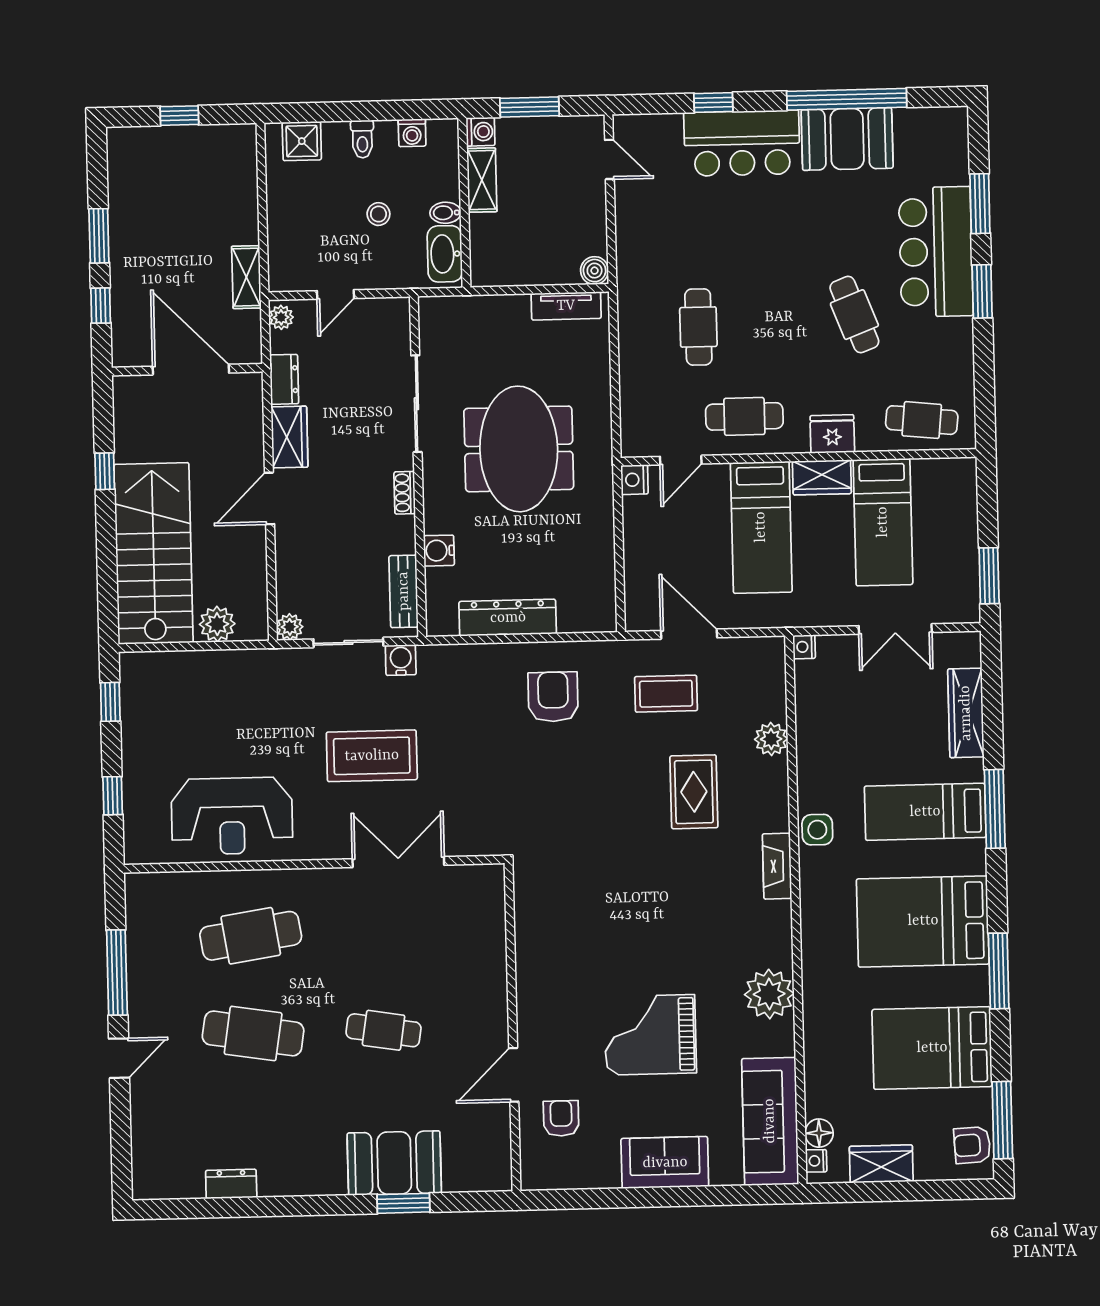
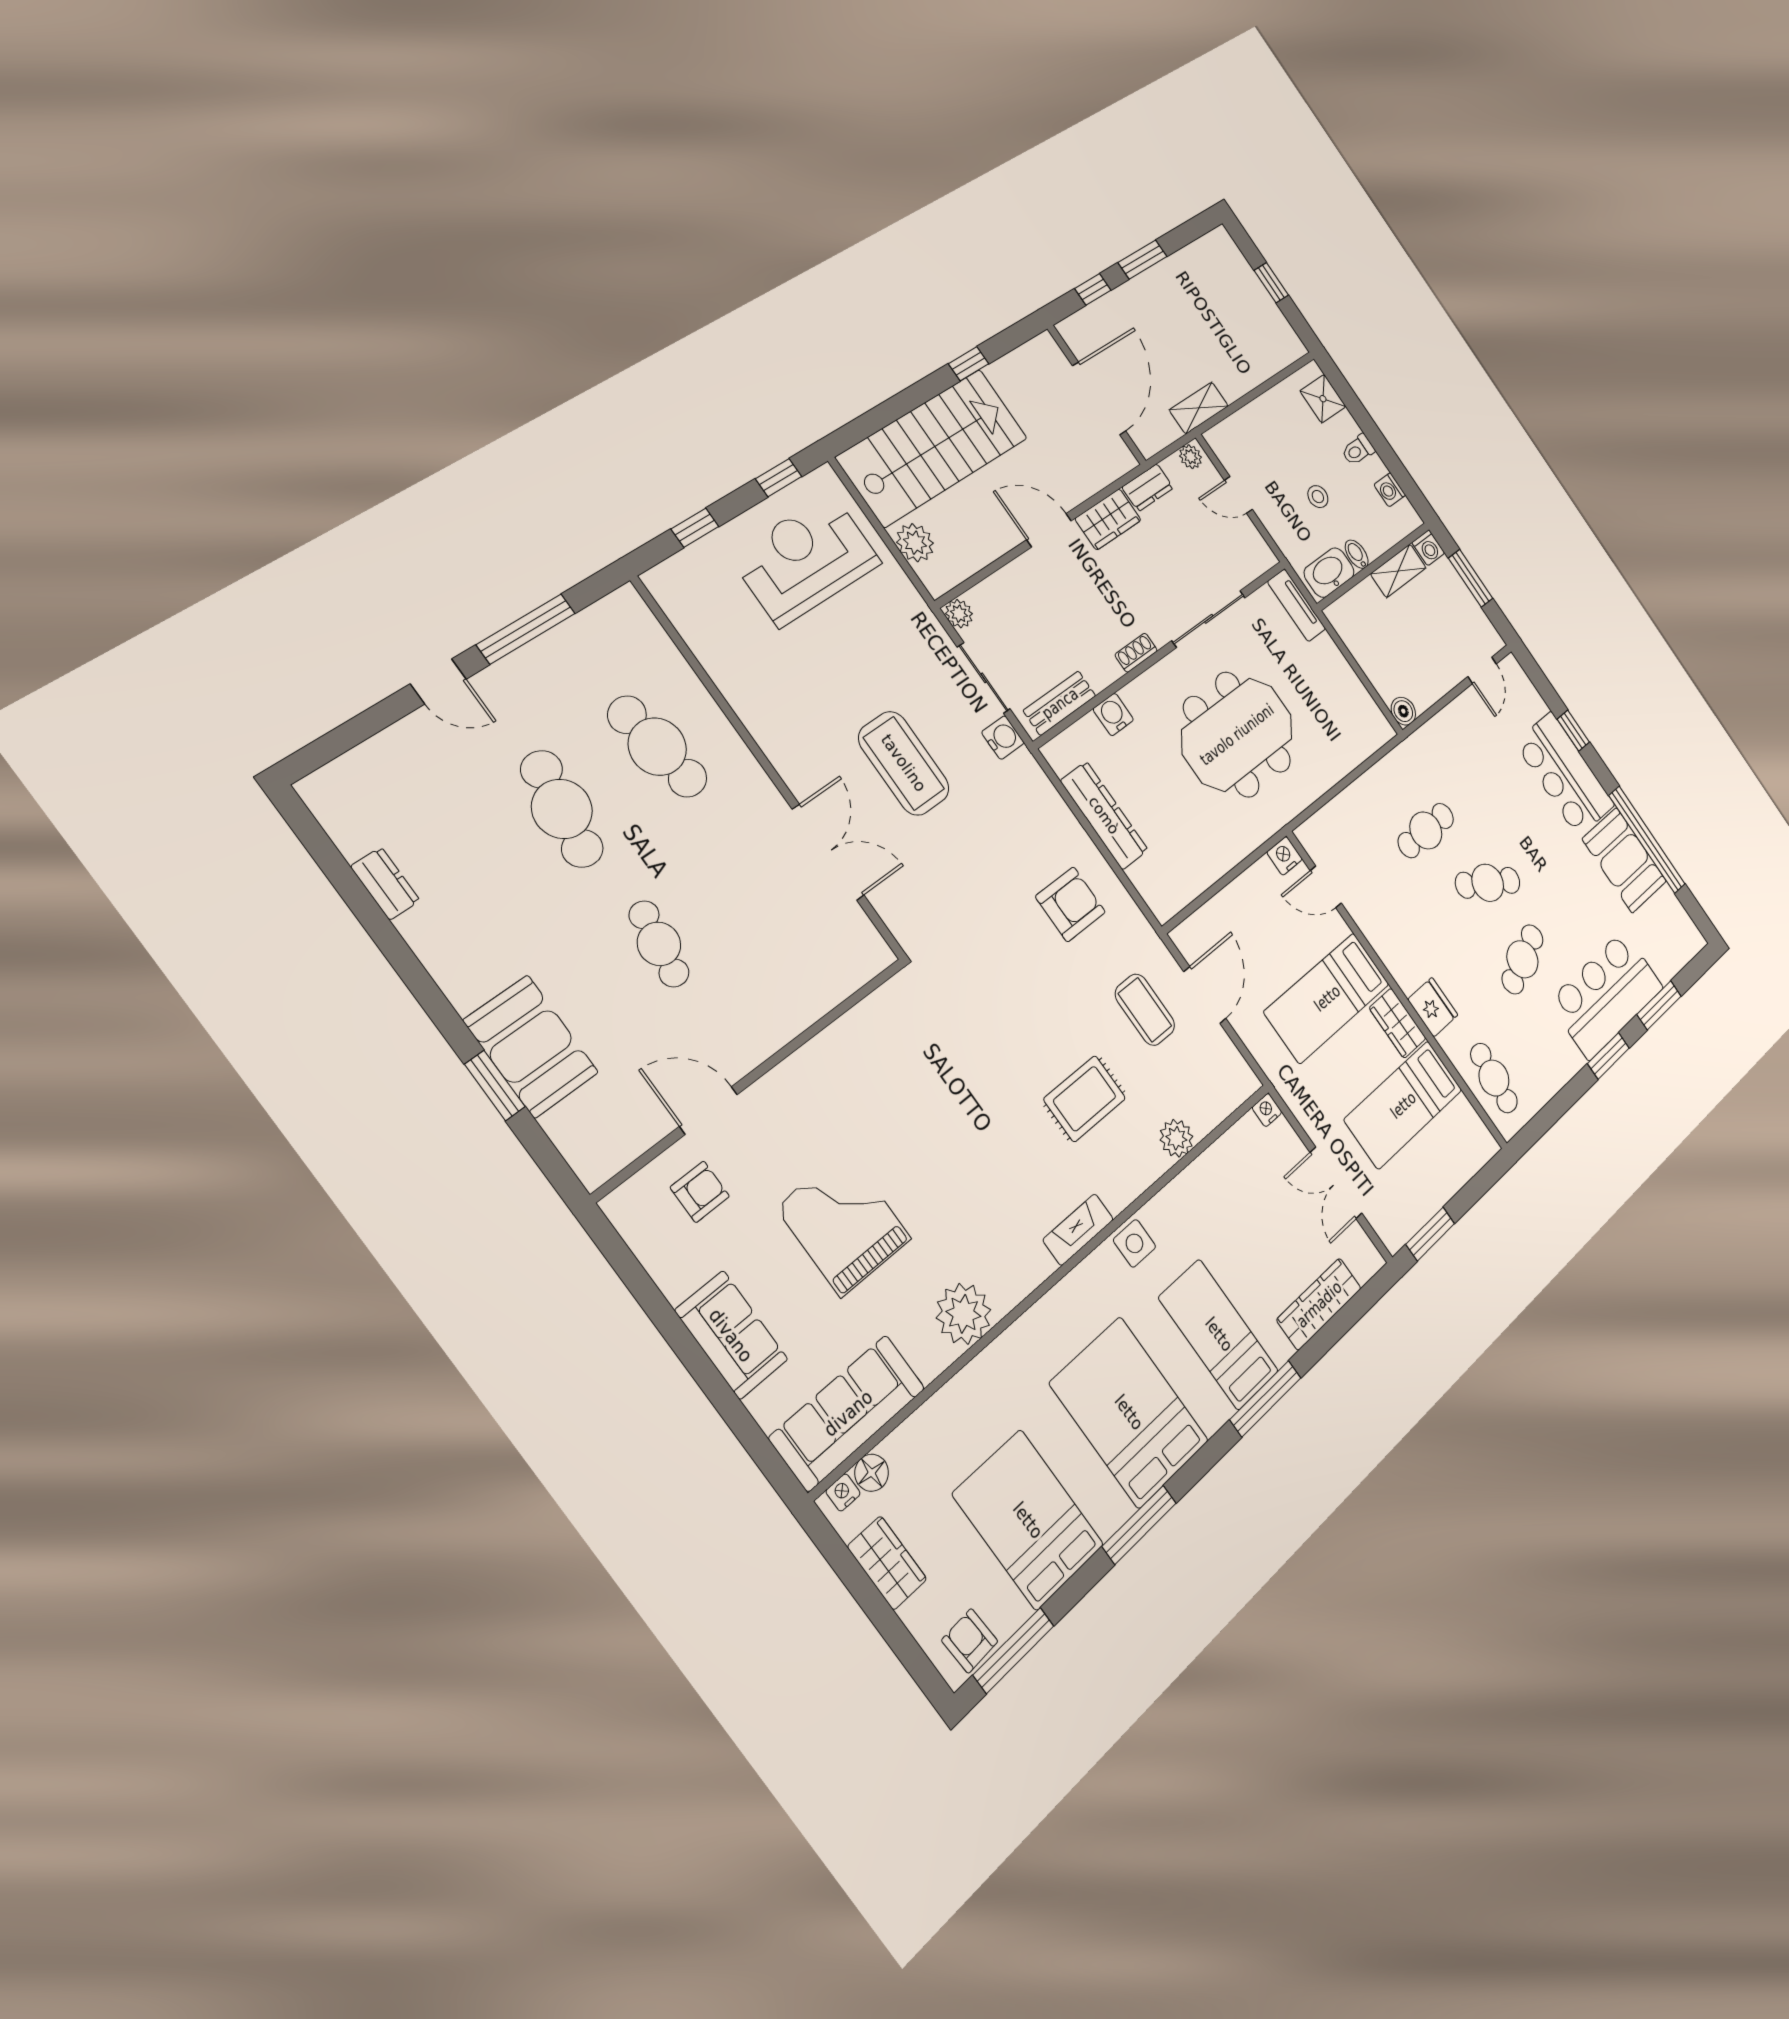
tv unit: (566, 306) -> (1297, 605), moved
cafe table: (744, 416) -> (1488, 883), moved, turned -62
reception desk: (232, 816) -> (806, 559), moved, turned 90

